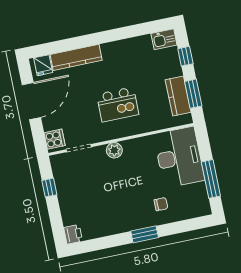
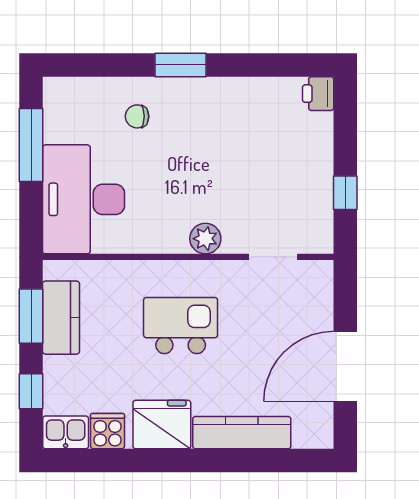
fridge: (43, 65) -> (162, 425), moved, width x1.88, depth x1.34
cooker: (55, 139) -> (108, 431), moved, turned 90

